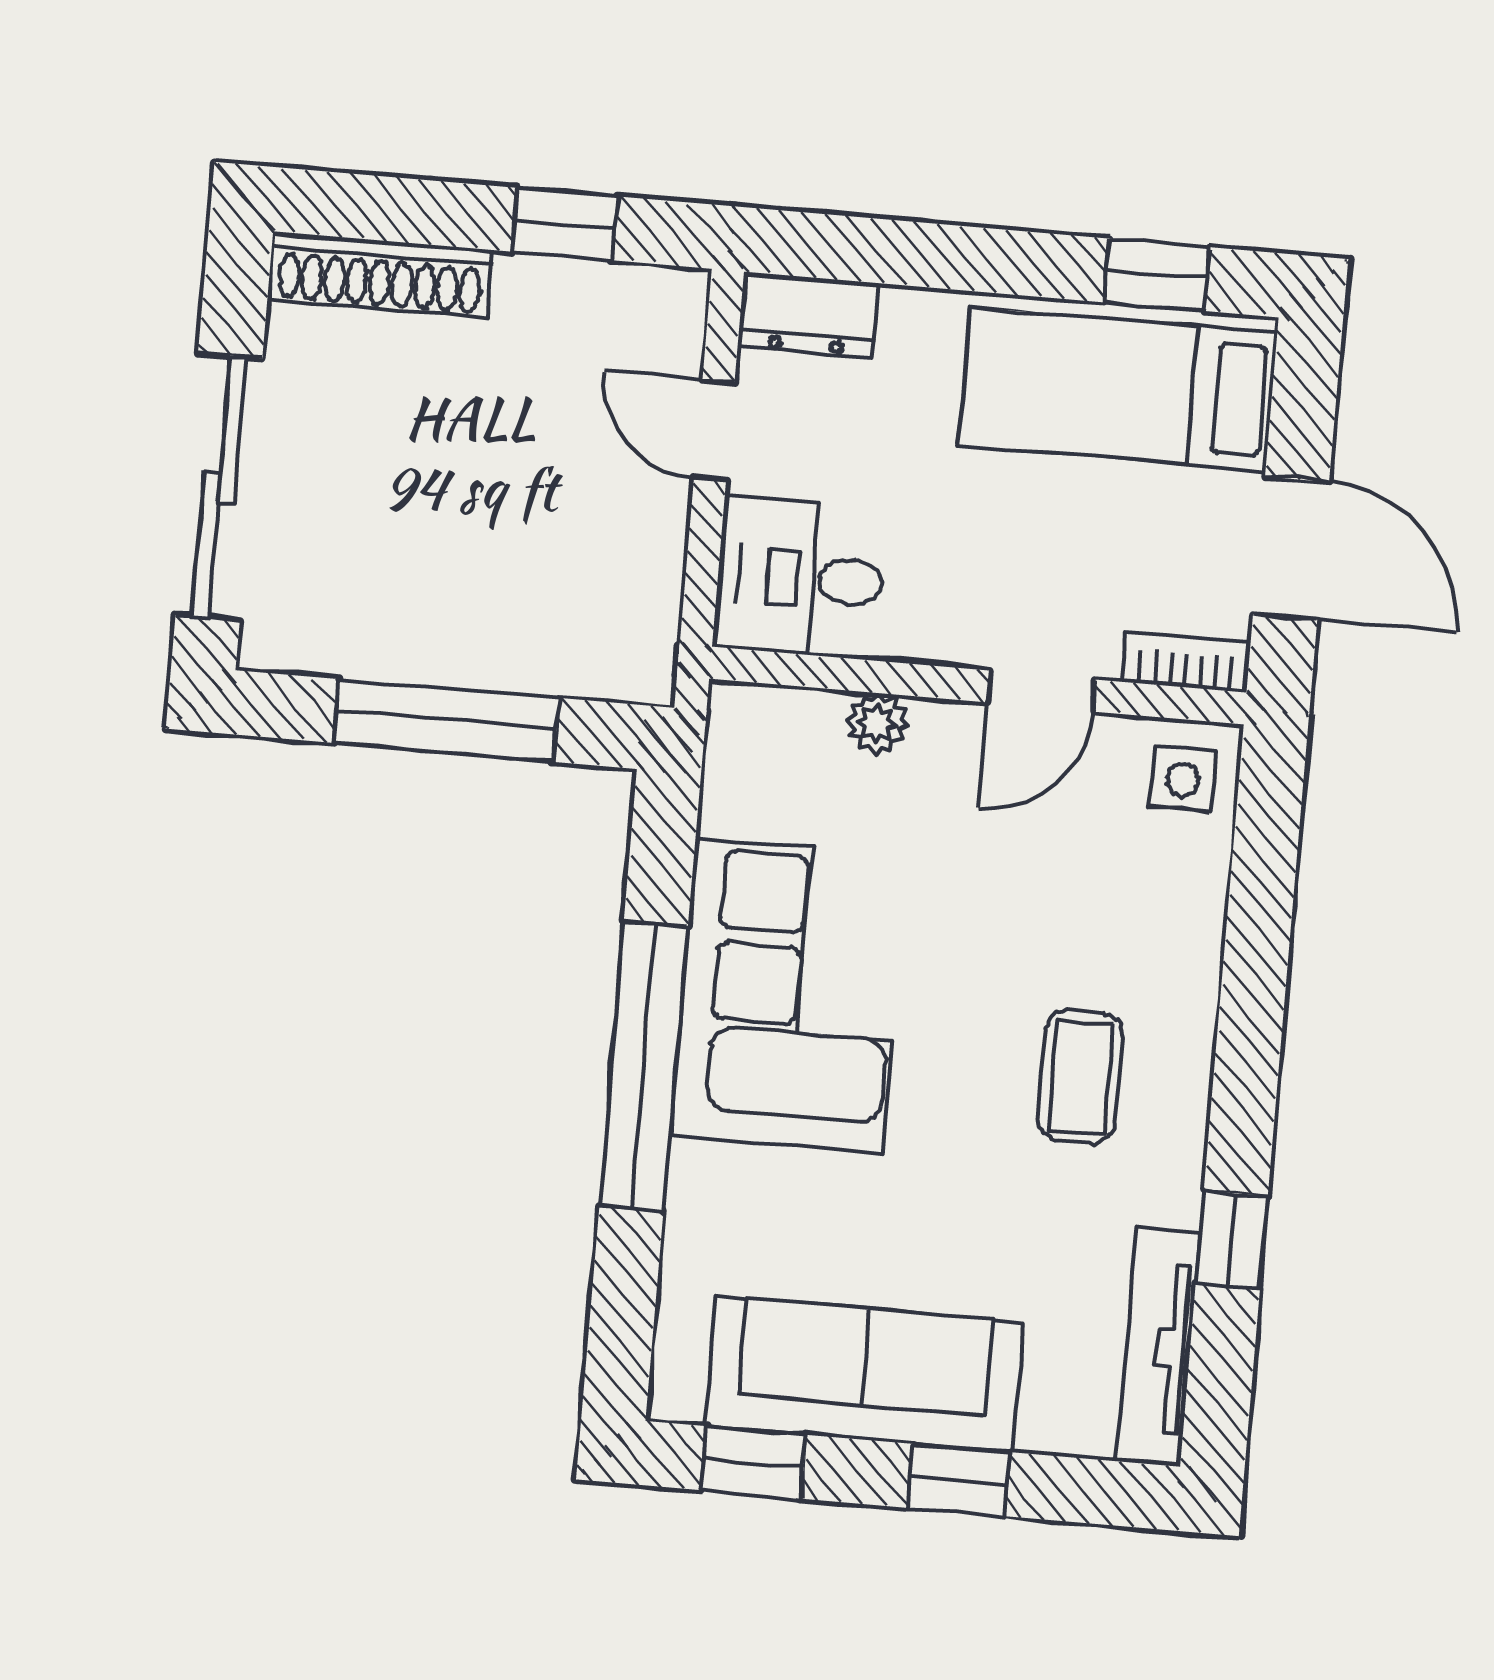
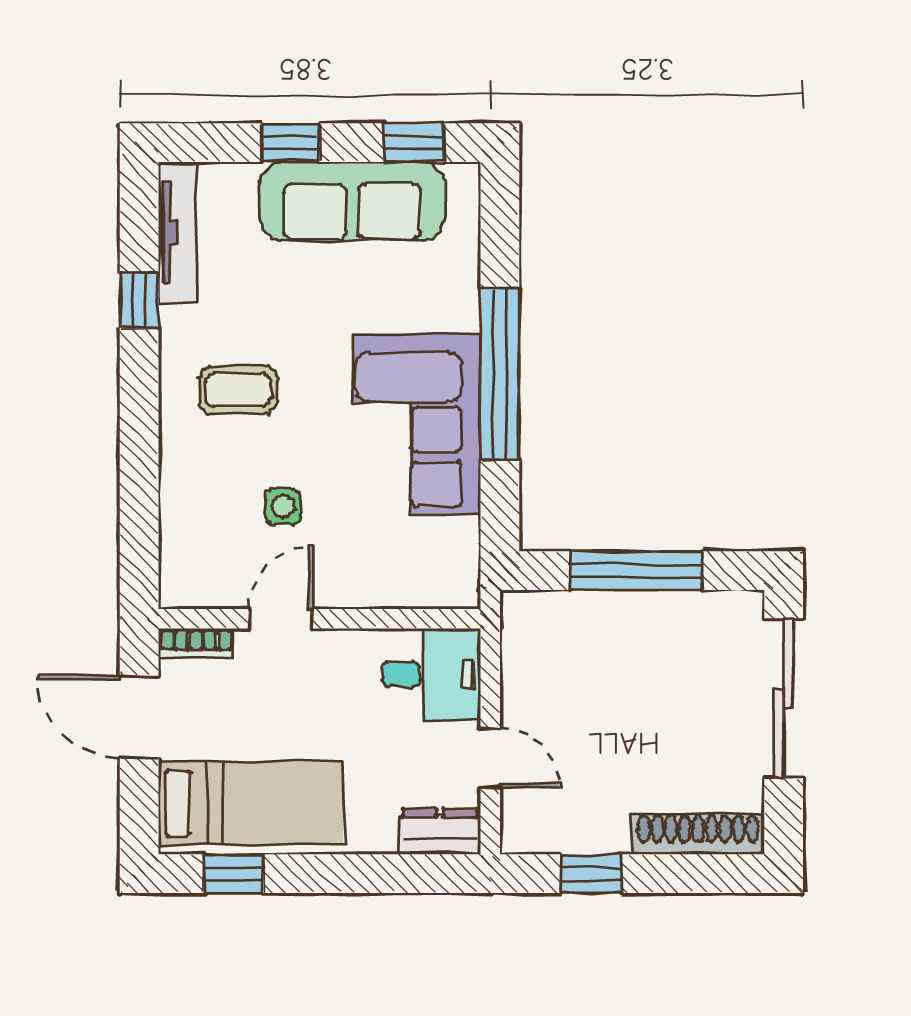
plant: (877, 723) -> (378, 591), removed
side table: (1183, 779) -> (283, 507), moved
coffee table: (1080, 1077) -> (238, 390), turned 90

